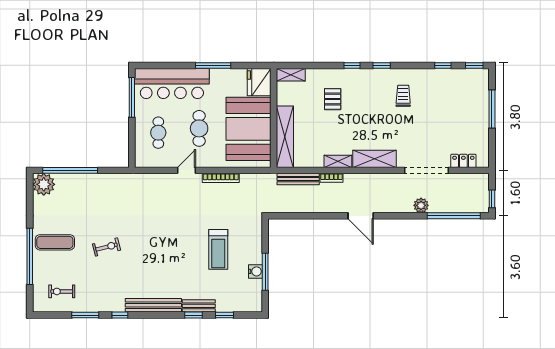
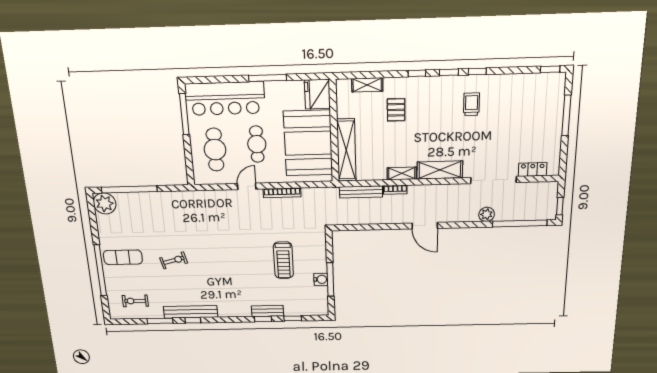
window: (443, 65) -> (477, 71), moved
shelving: (291, 75) -> (367, 85), moved
cafe table: (158, 133) -> (215, 150), width x1.37, depth x1.35
bench: (153, 305) -> (191, 312), moved

